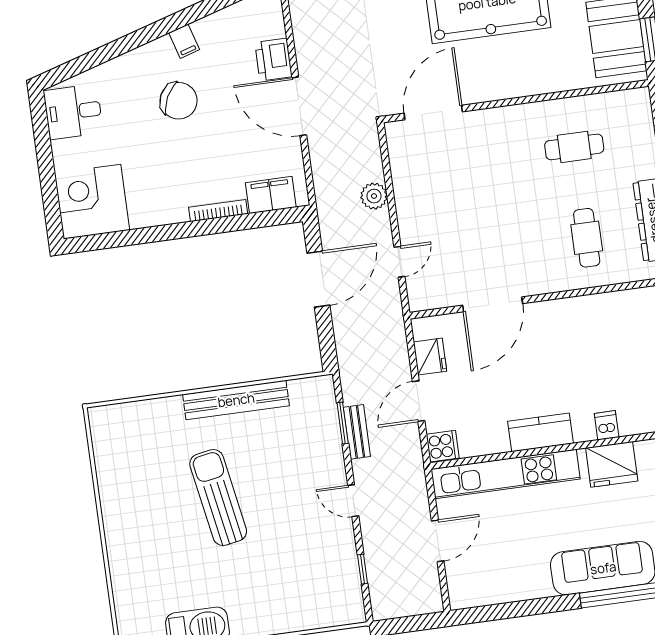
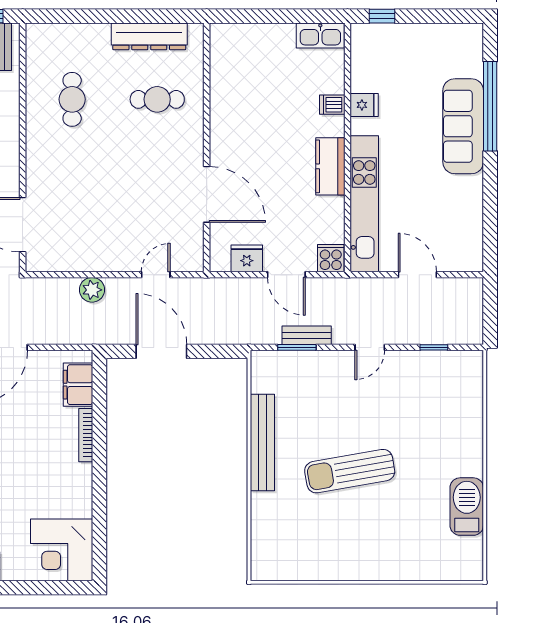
door: (399, 262) -> (156, 275), hinge flipped
fridge: (612, 464) -> (364, 105), width x0.53, depth x0.75

